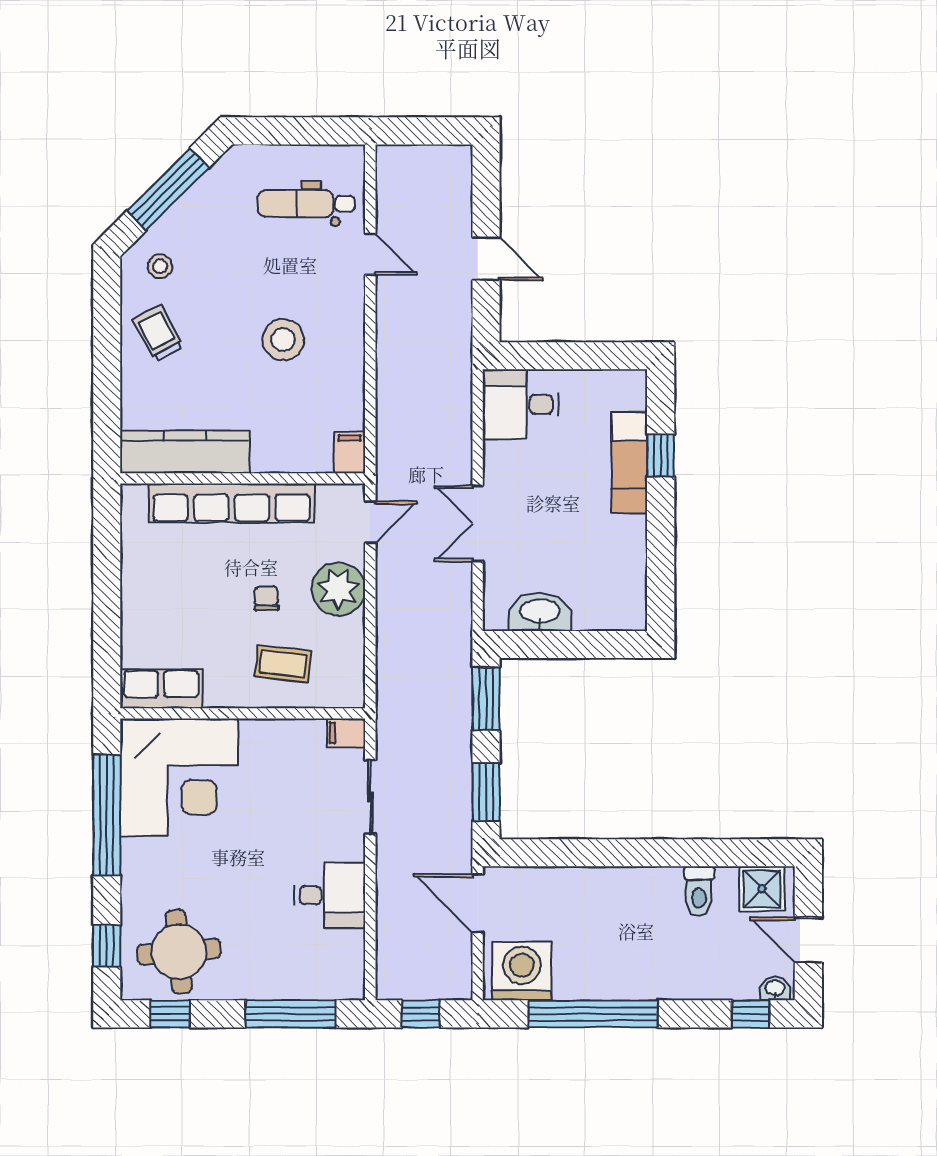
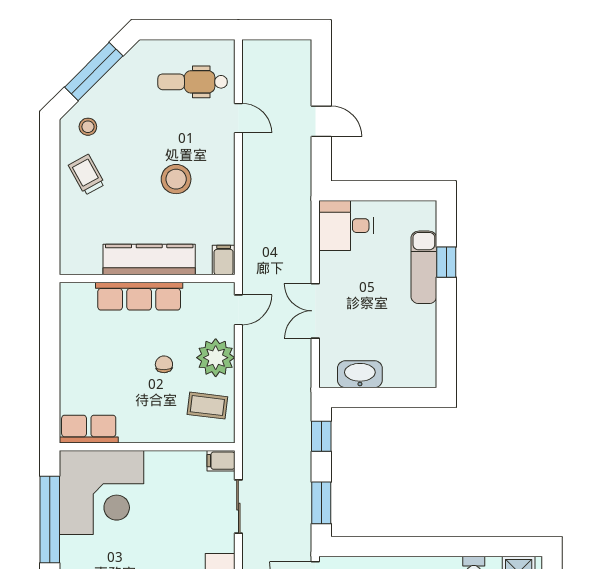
kitchen counter: (185, 452) -> (149, 260), moved
row of seats: (232, 503) -> (139, 296), width x0.73
coffee table: (283, 664) -> (207, 406), moved
window: (486, 699) -> (321, 436), width x0.67

